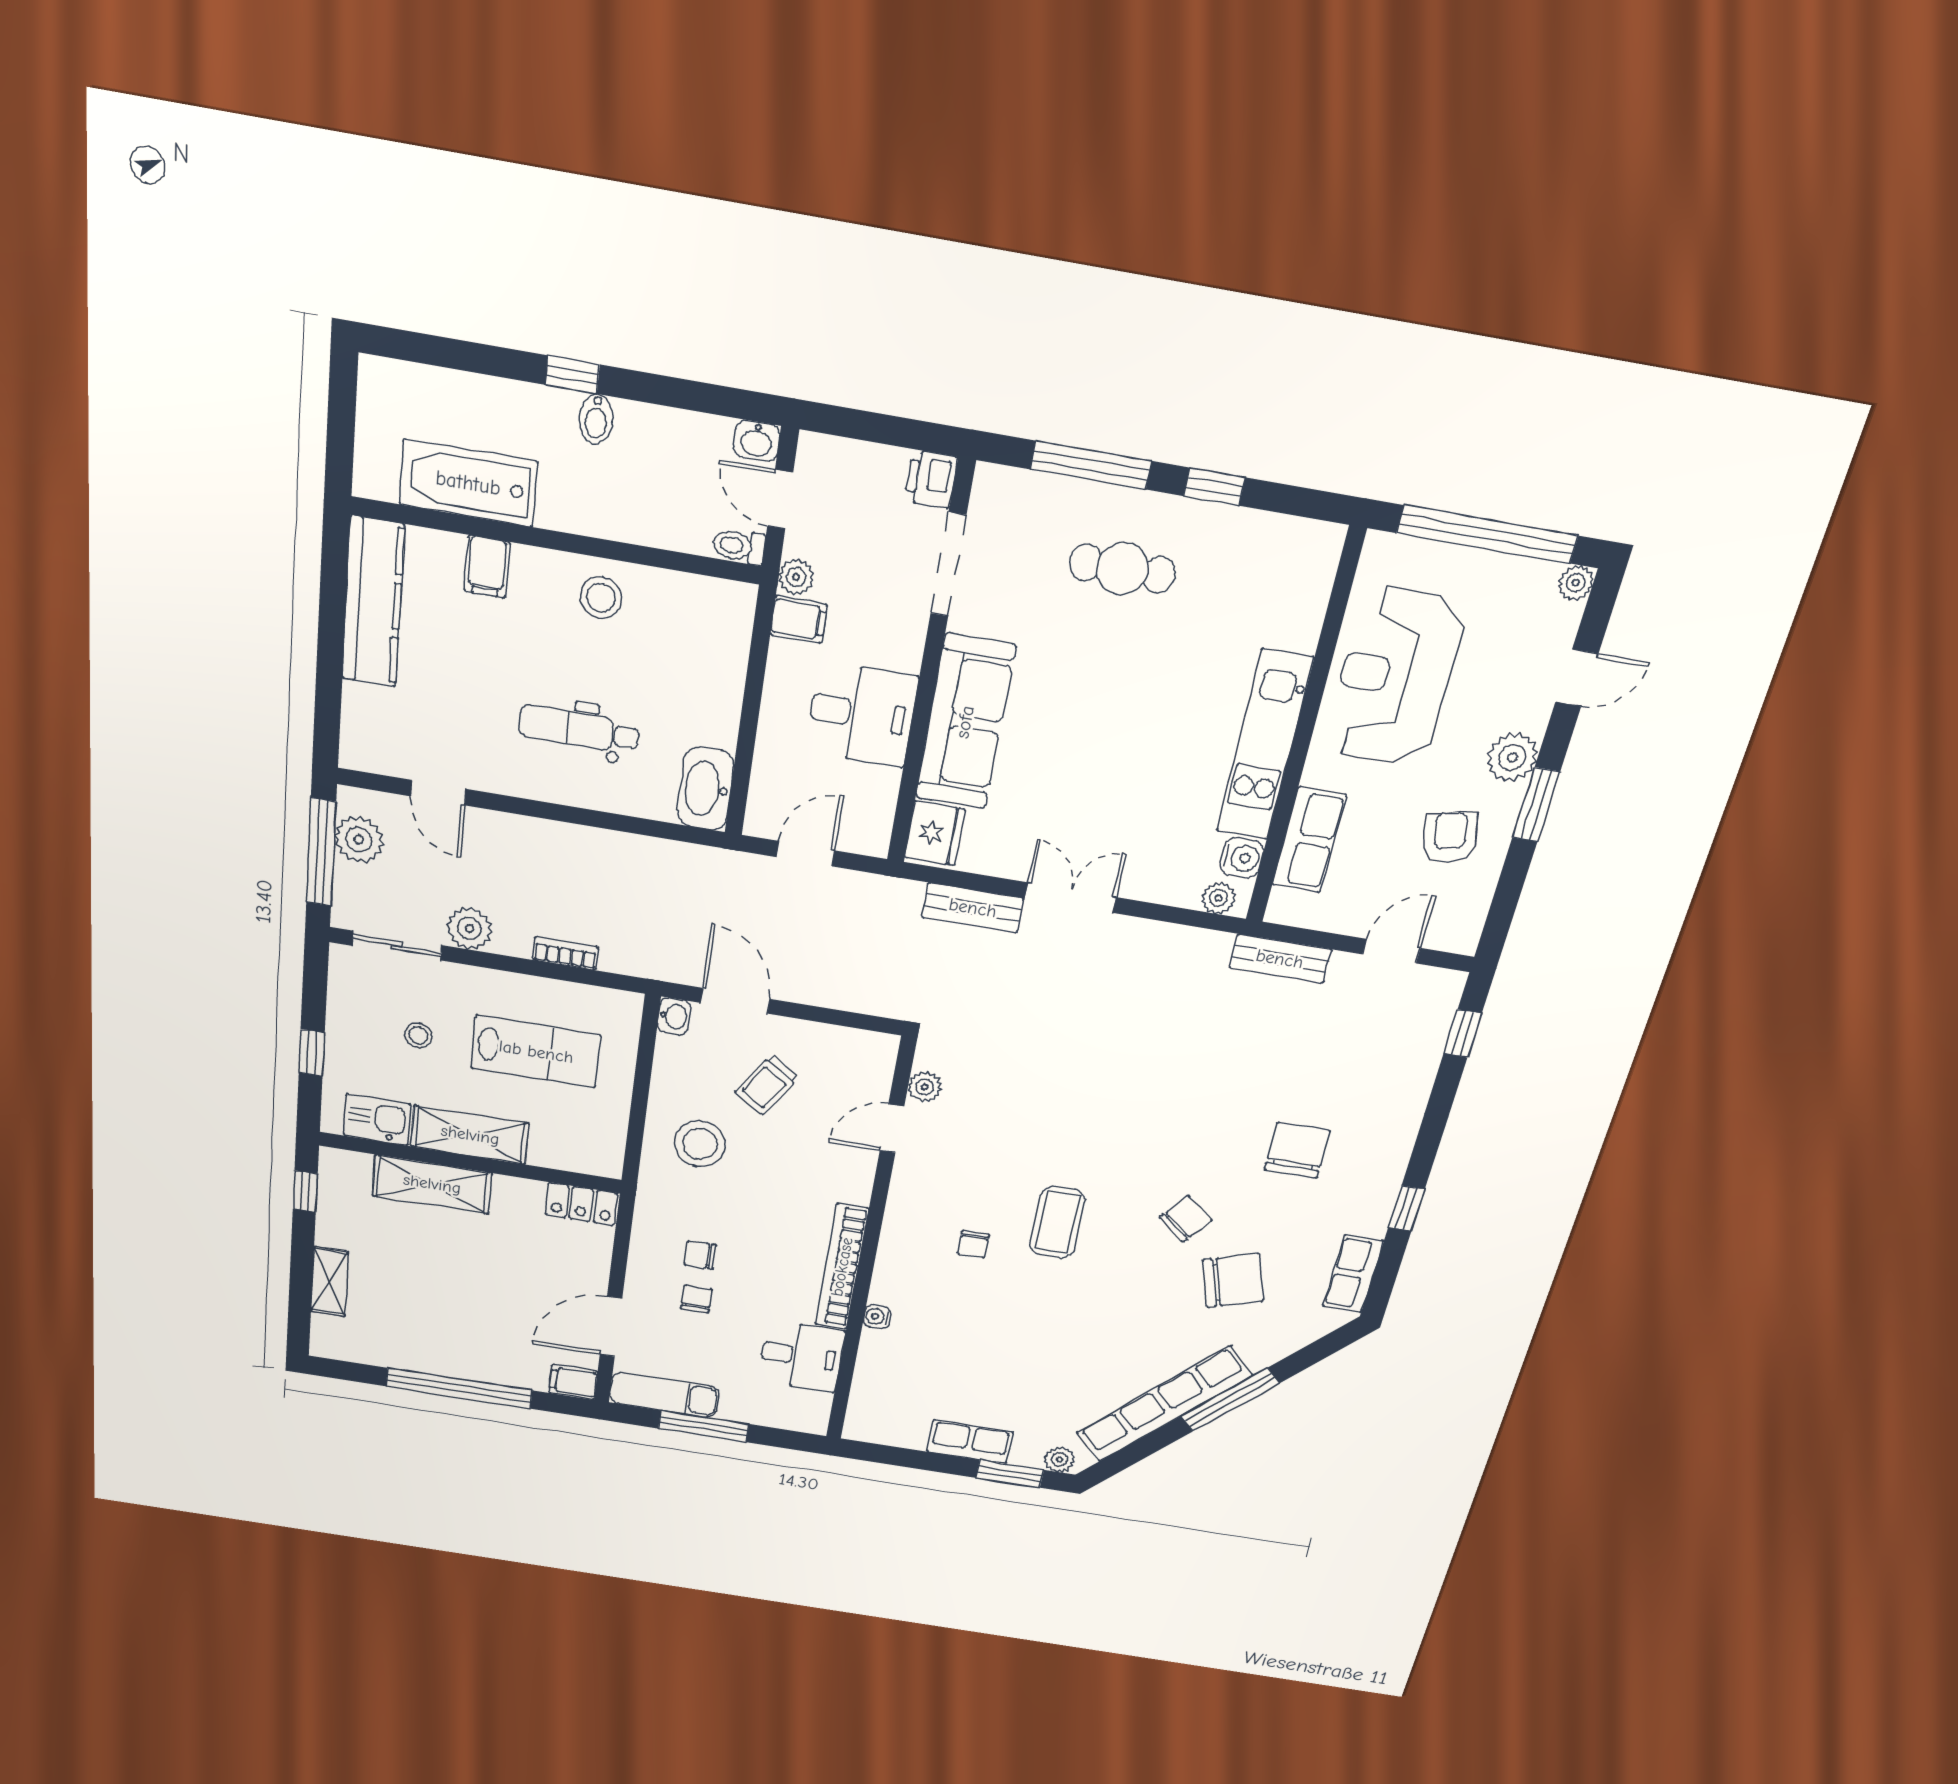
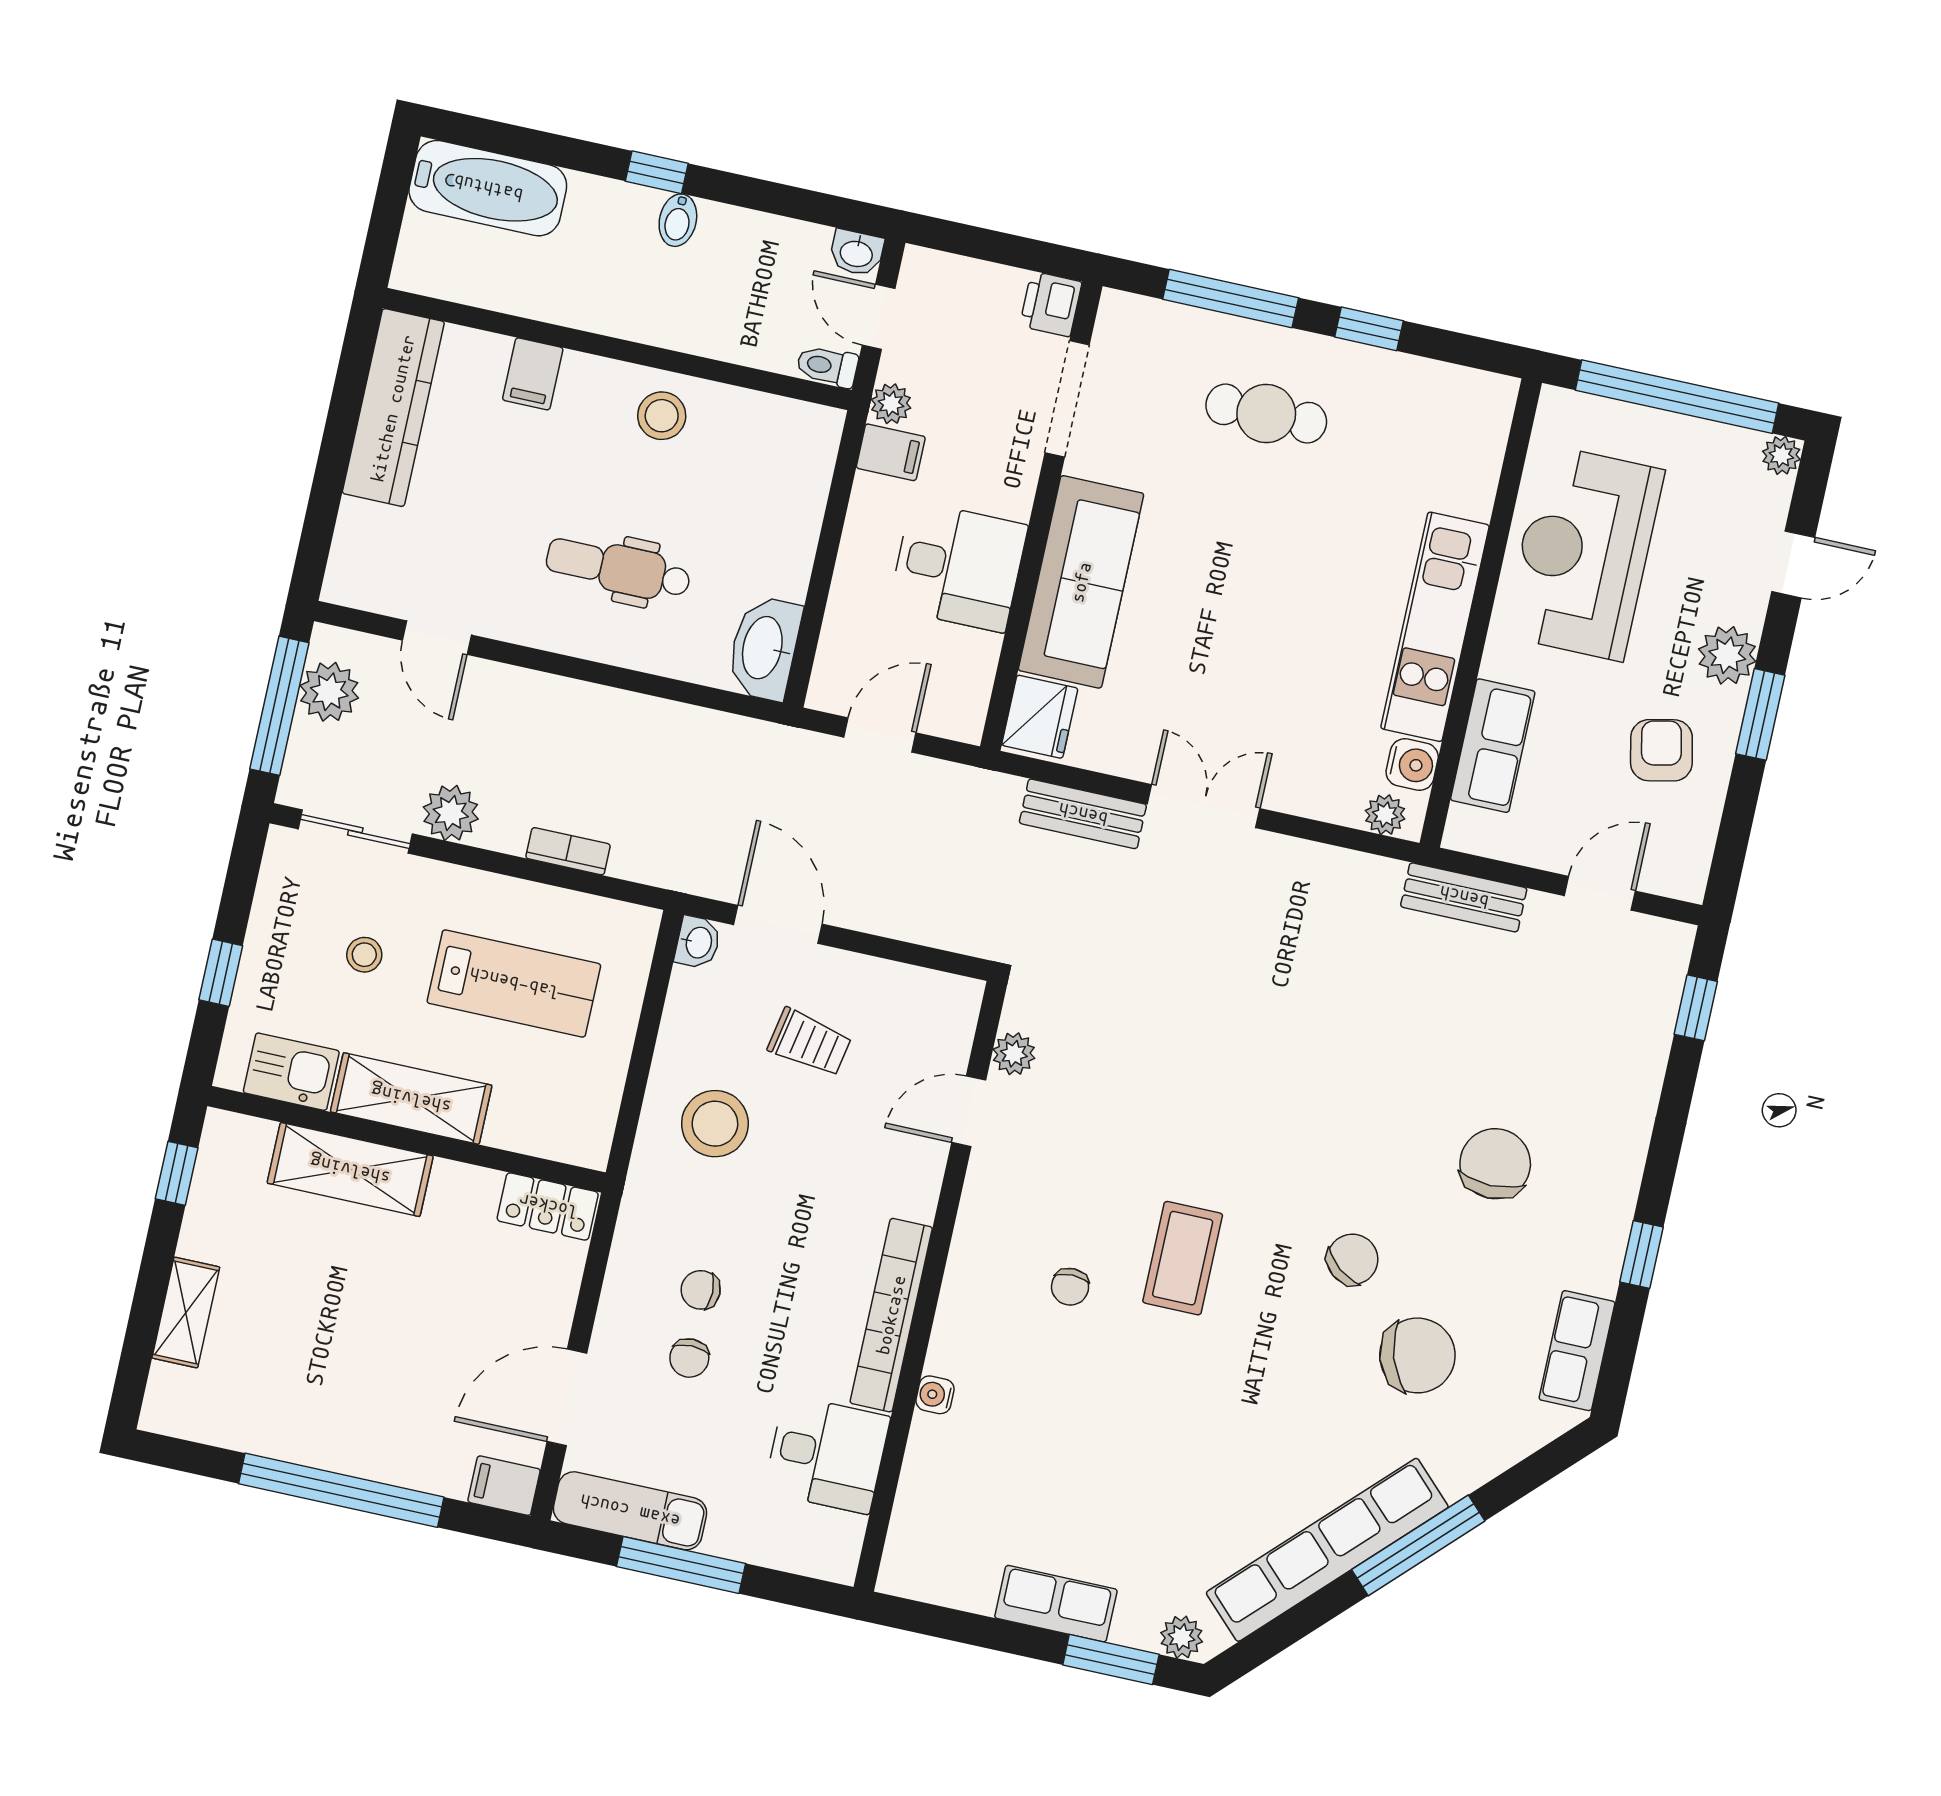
bathtub: (468, 483) -> (488, 188), moved, turned 180
trolley: (767, 1085) -> (810, 1042), turned -112
chair: (696, 1299) -> (689, 1358), turned 180

